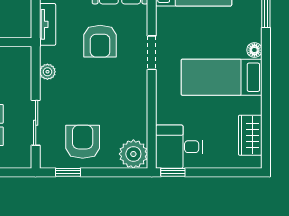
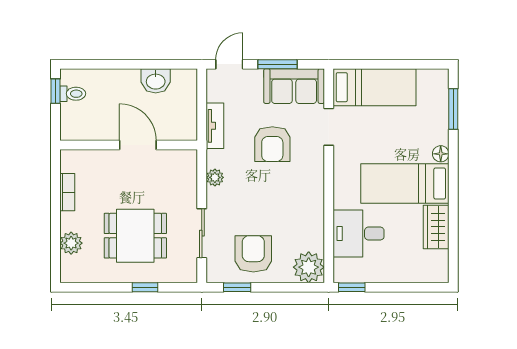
doorway: (152, 53) -> (329, 127), moved
wardrobe: (250, 135) -> (436, 227), moved
desk: (179, 147) -> (359, 234), moved

